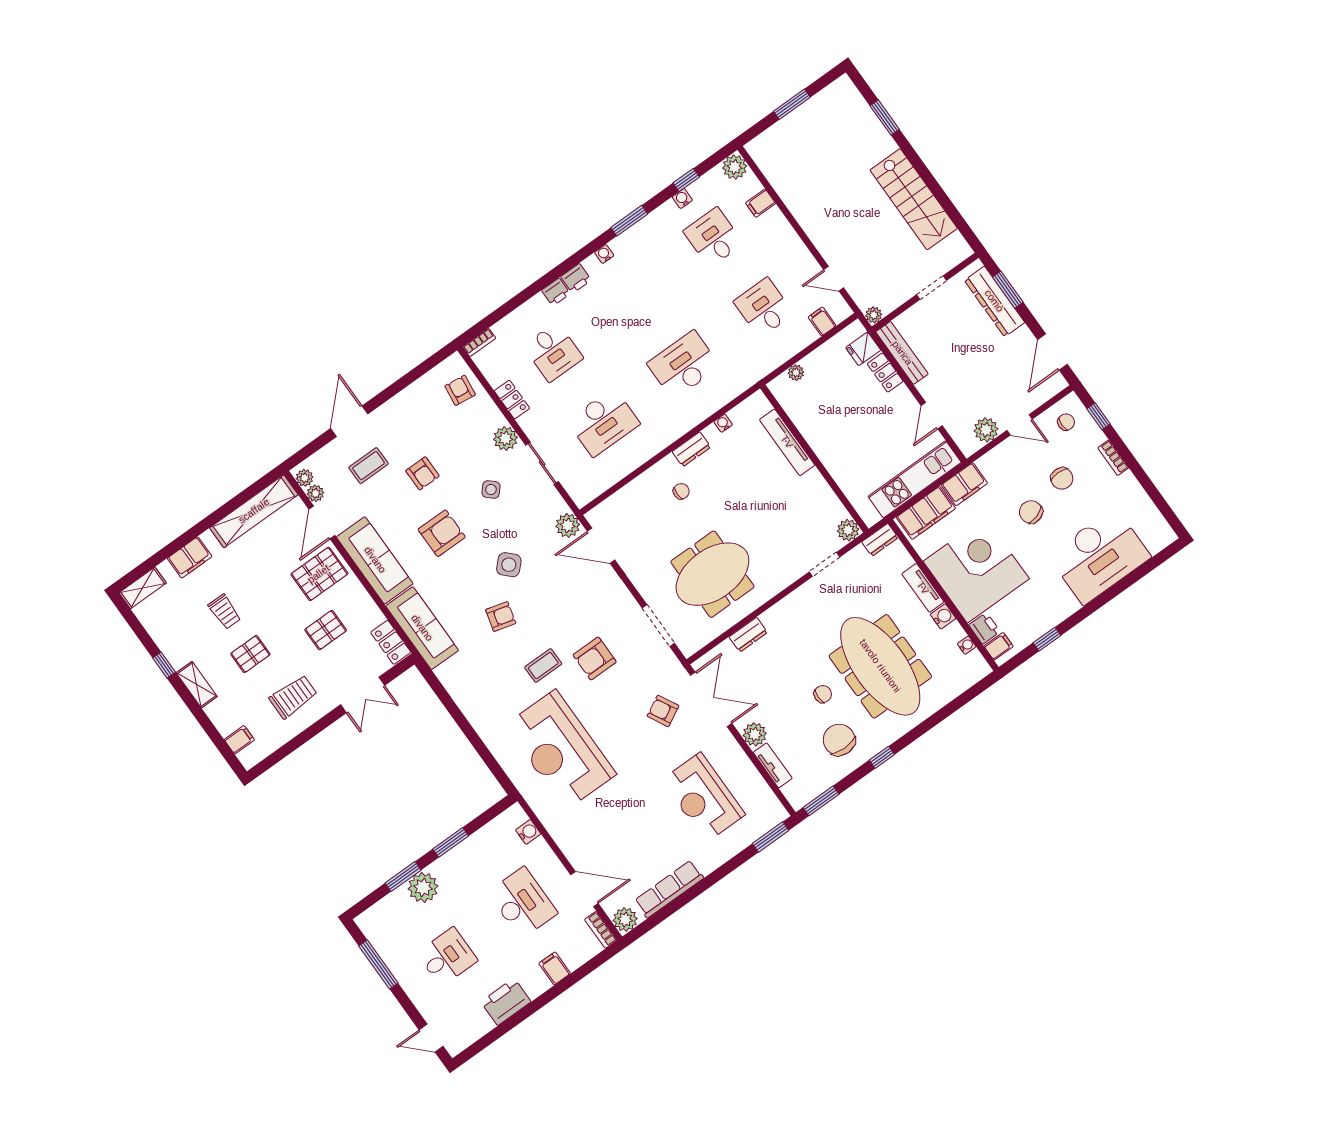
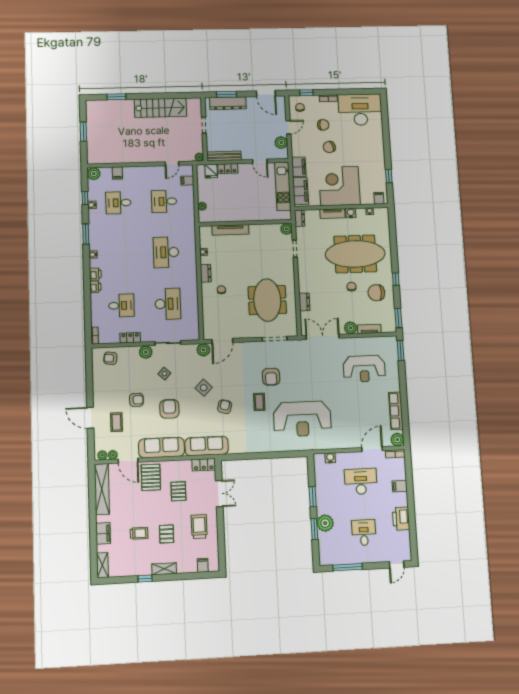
desk: (1099, 556) -> (360, 110), moved, turned -90
printer: (984, 628) -> (367, 199), removed
armchair: (663, 711) -> (314, 362), removed

